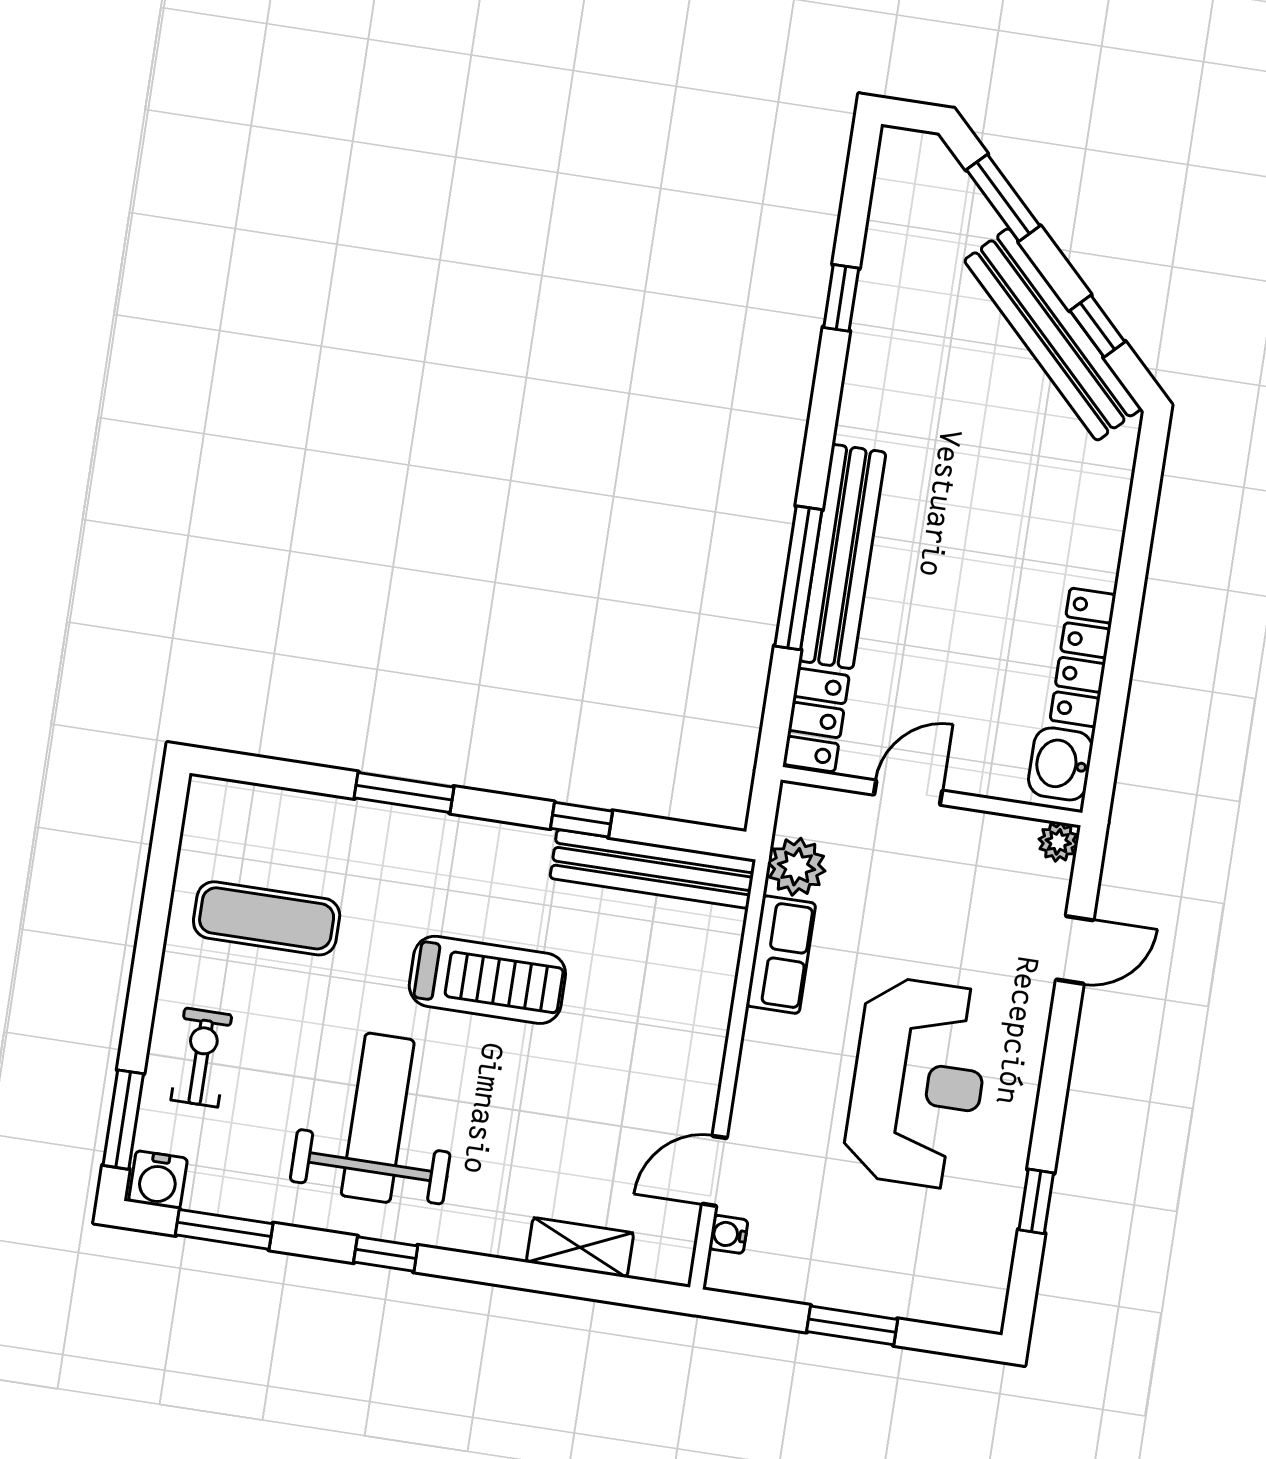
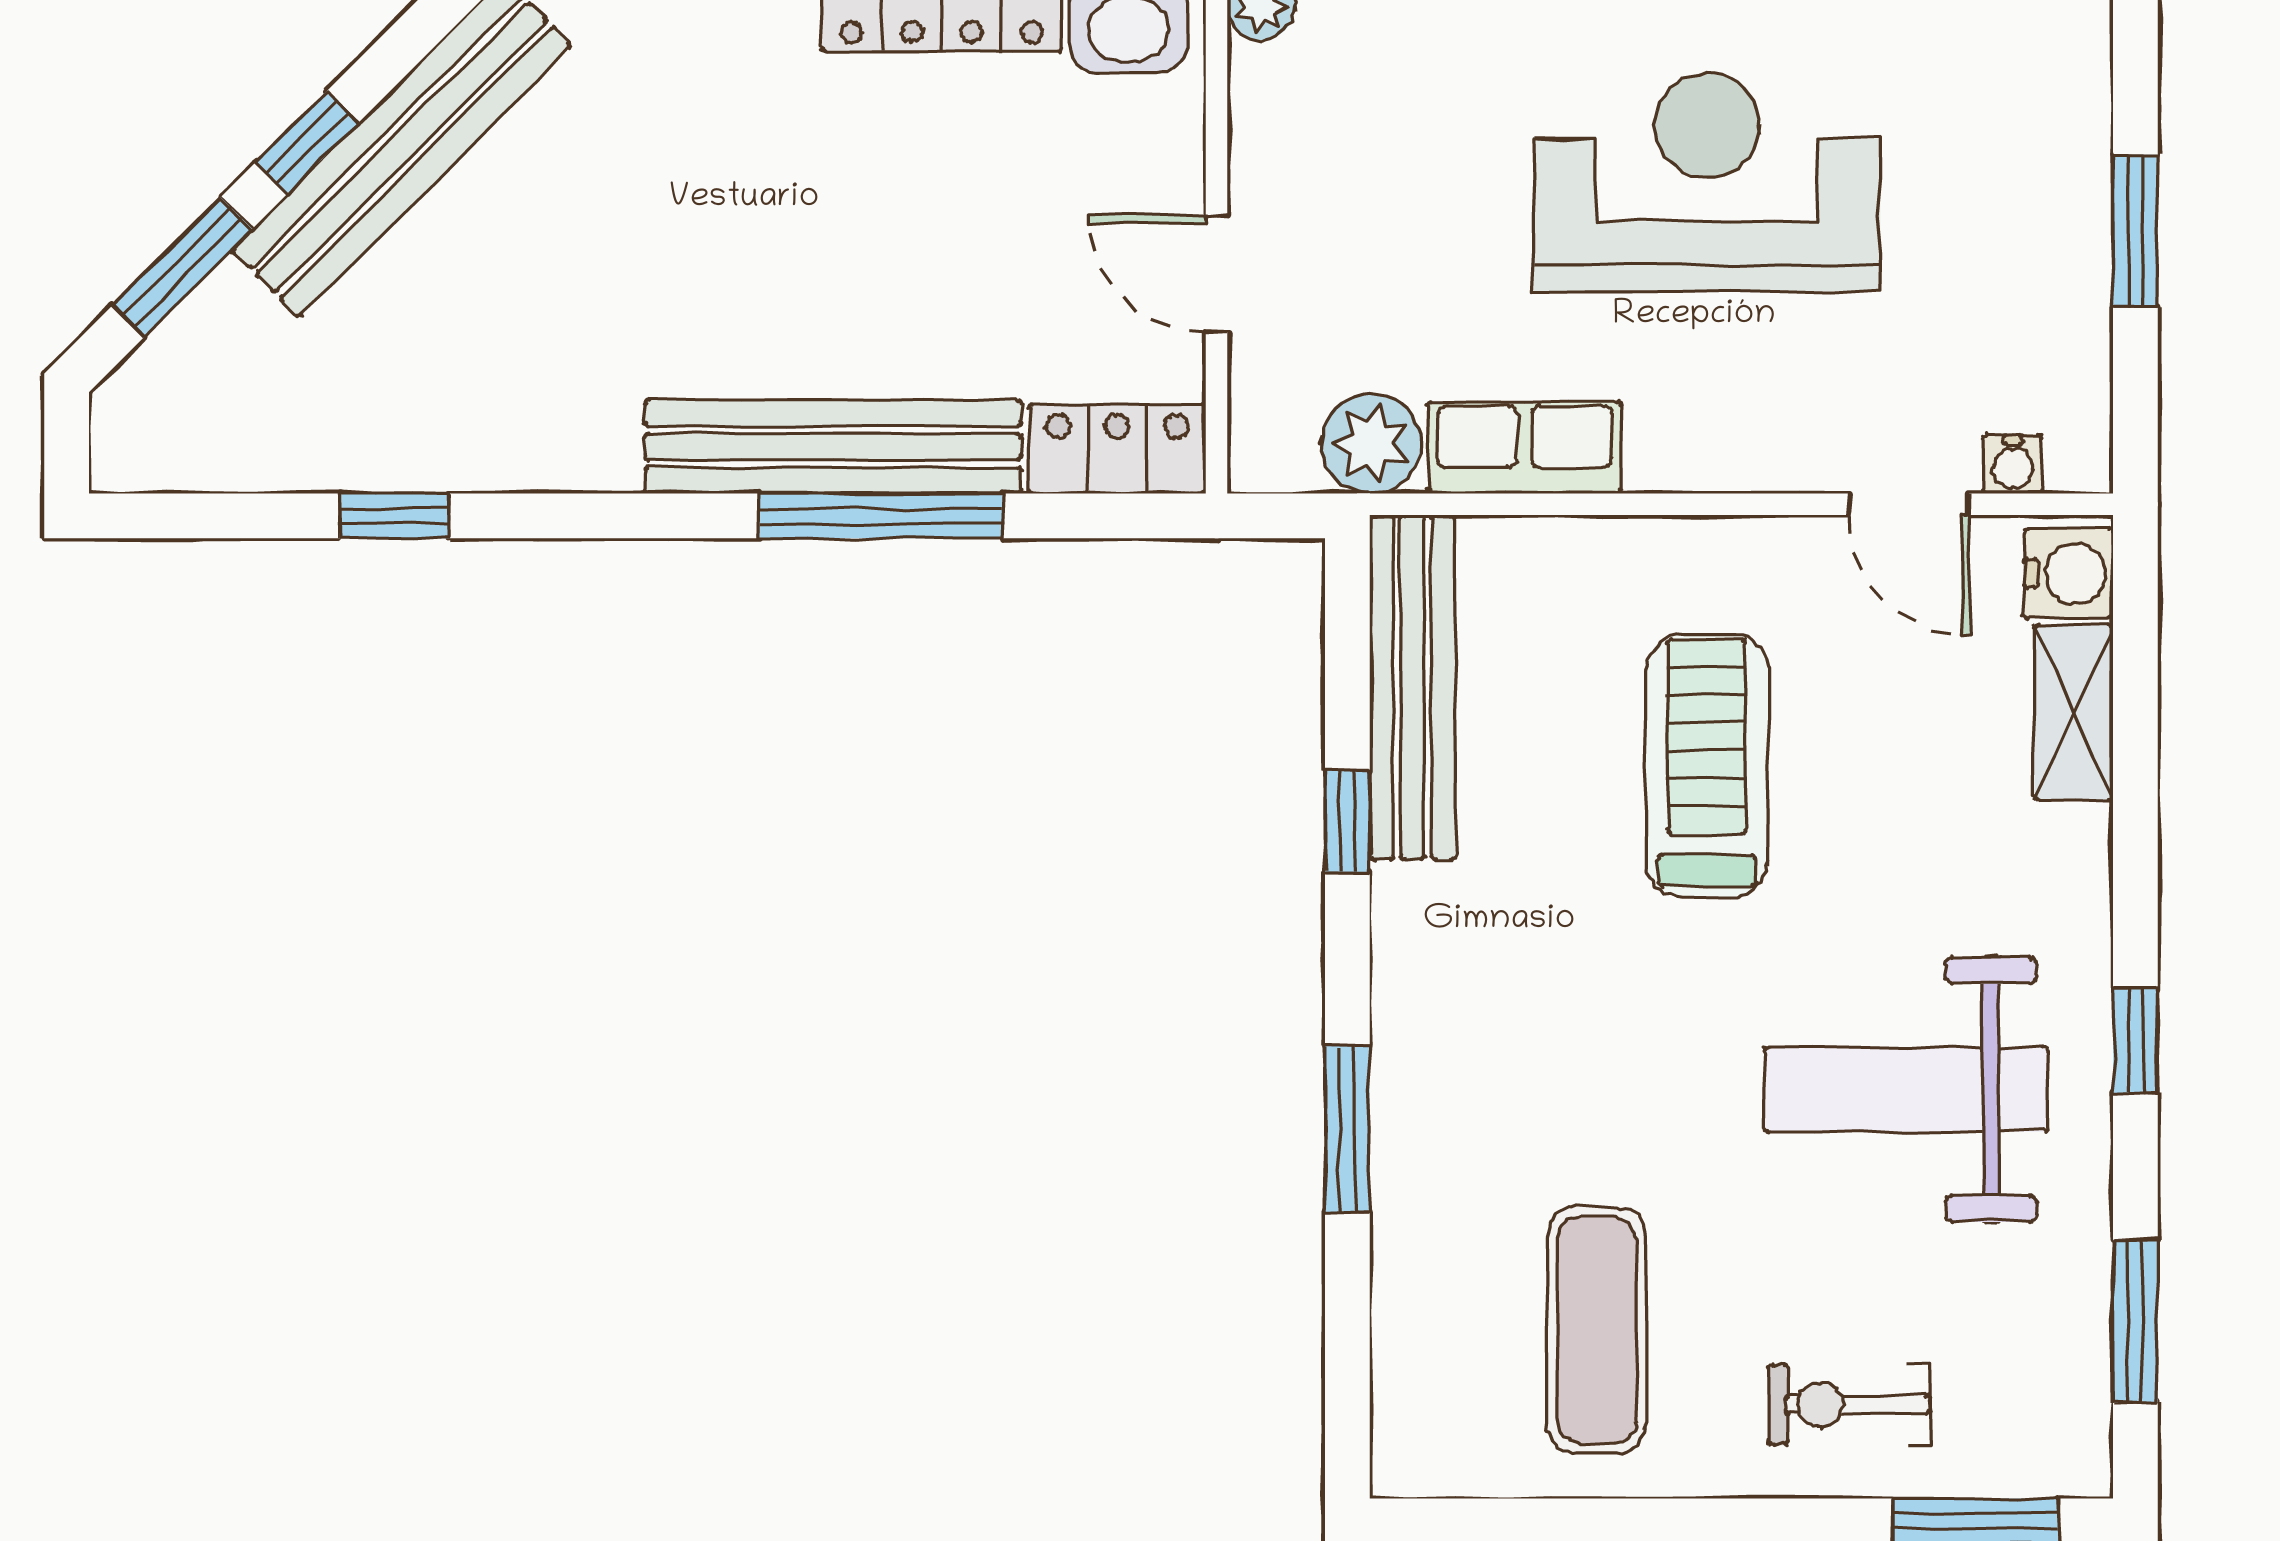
window: (1097, 326) -> (307, 142), moved
treadmill: (487, 980) -> (1707, 766), moved
water cooler: (158, 1180) -> (2069, 574), moved

